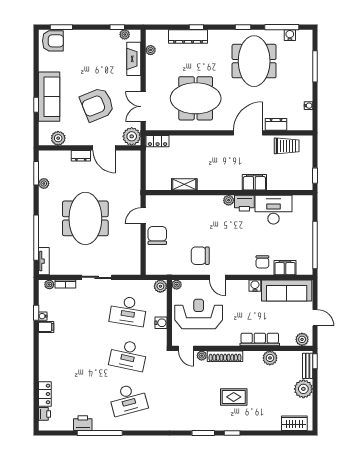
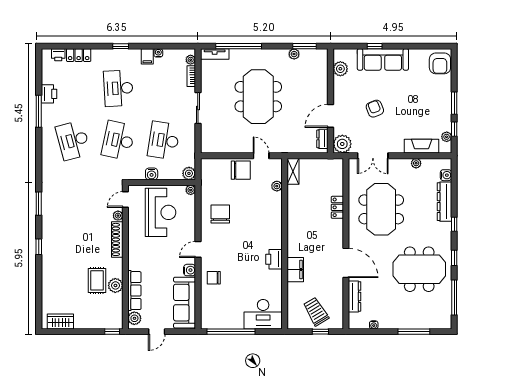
window: (61, 27) -> (454, 103), moved
window: (196, 27) -> (454, 224), moved
water cooler: (290, 35) -> (446, 175), moved
plant: (151, 50) -> (416, 163), moved
armchair: (97, 105) -> (375, 109), width x0.53, depth x0.53
double door: (143, 107) -> (373, 156), swing flipped
dresser: (276, 124) -> (354, 296), width x1.44
locker: (158, 141) -> (337, 207), moved
trolley: (287, 146) -> (316, 312), moved, turned 149
dresser: (81, 156) -> (322, 139), moved
window: (315, 176) -> (320, 332), moved
shelving: (184, 184) -> (293, 171), moved
plant: (229, 200) -> (277, 186), moved
desk: (273, 210) -> (263, 314), moved, turned 90
meeting table: (85, 218) -> (258, 97), turned 90
filing cabinet: (285, 268) -> (208, 301), removed
door: (217, 277) -> (198, 249), moved
window: (36, 313) -> (121, 46), moved
row of seats: (260, 339) -> (134, 291), moved
desk: (77, 355) -> (118, 88), added
bench: (308, 366) -> (107, 324), removed
plant: (303, 389) -> (84, 320), removed
rug: (234, 397) -> (97, 280), moved
wardrobe: (294, 423) -> (60, 321), moved, turned -90
window: (100, 433) -> (39, 111), width x0.68
window: (203, 433) -> (39, 204), moved

